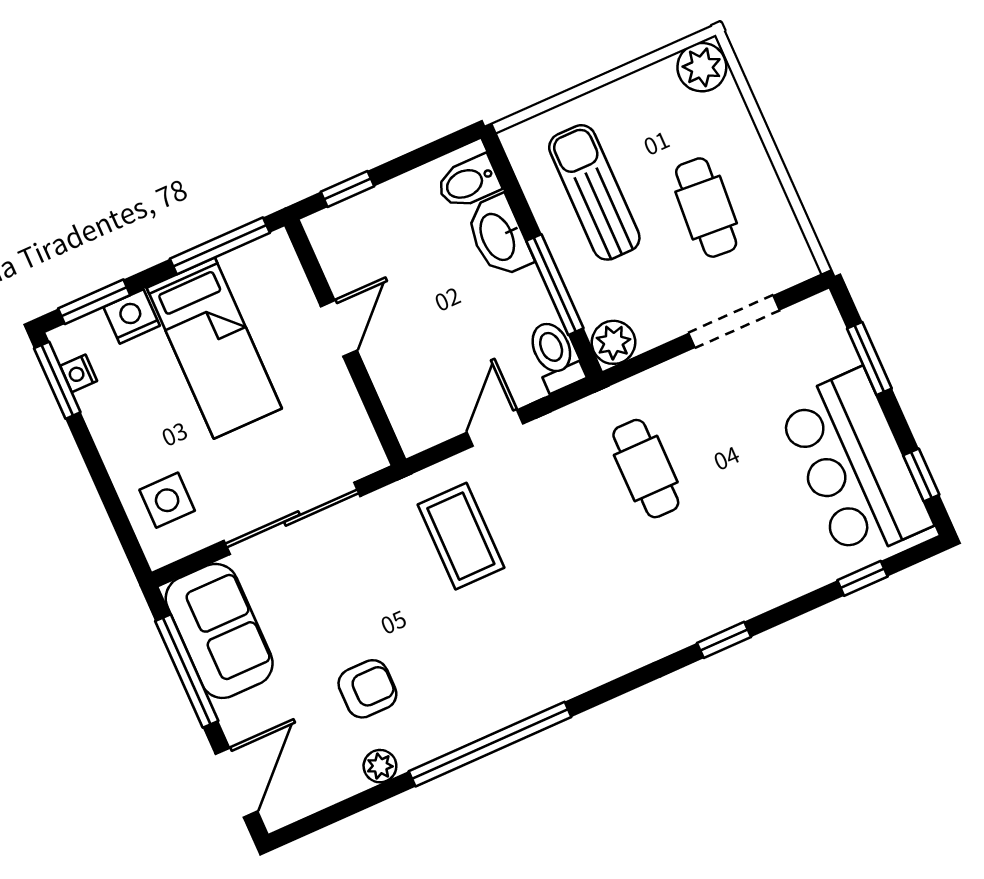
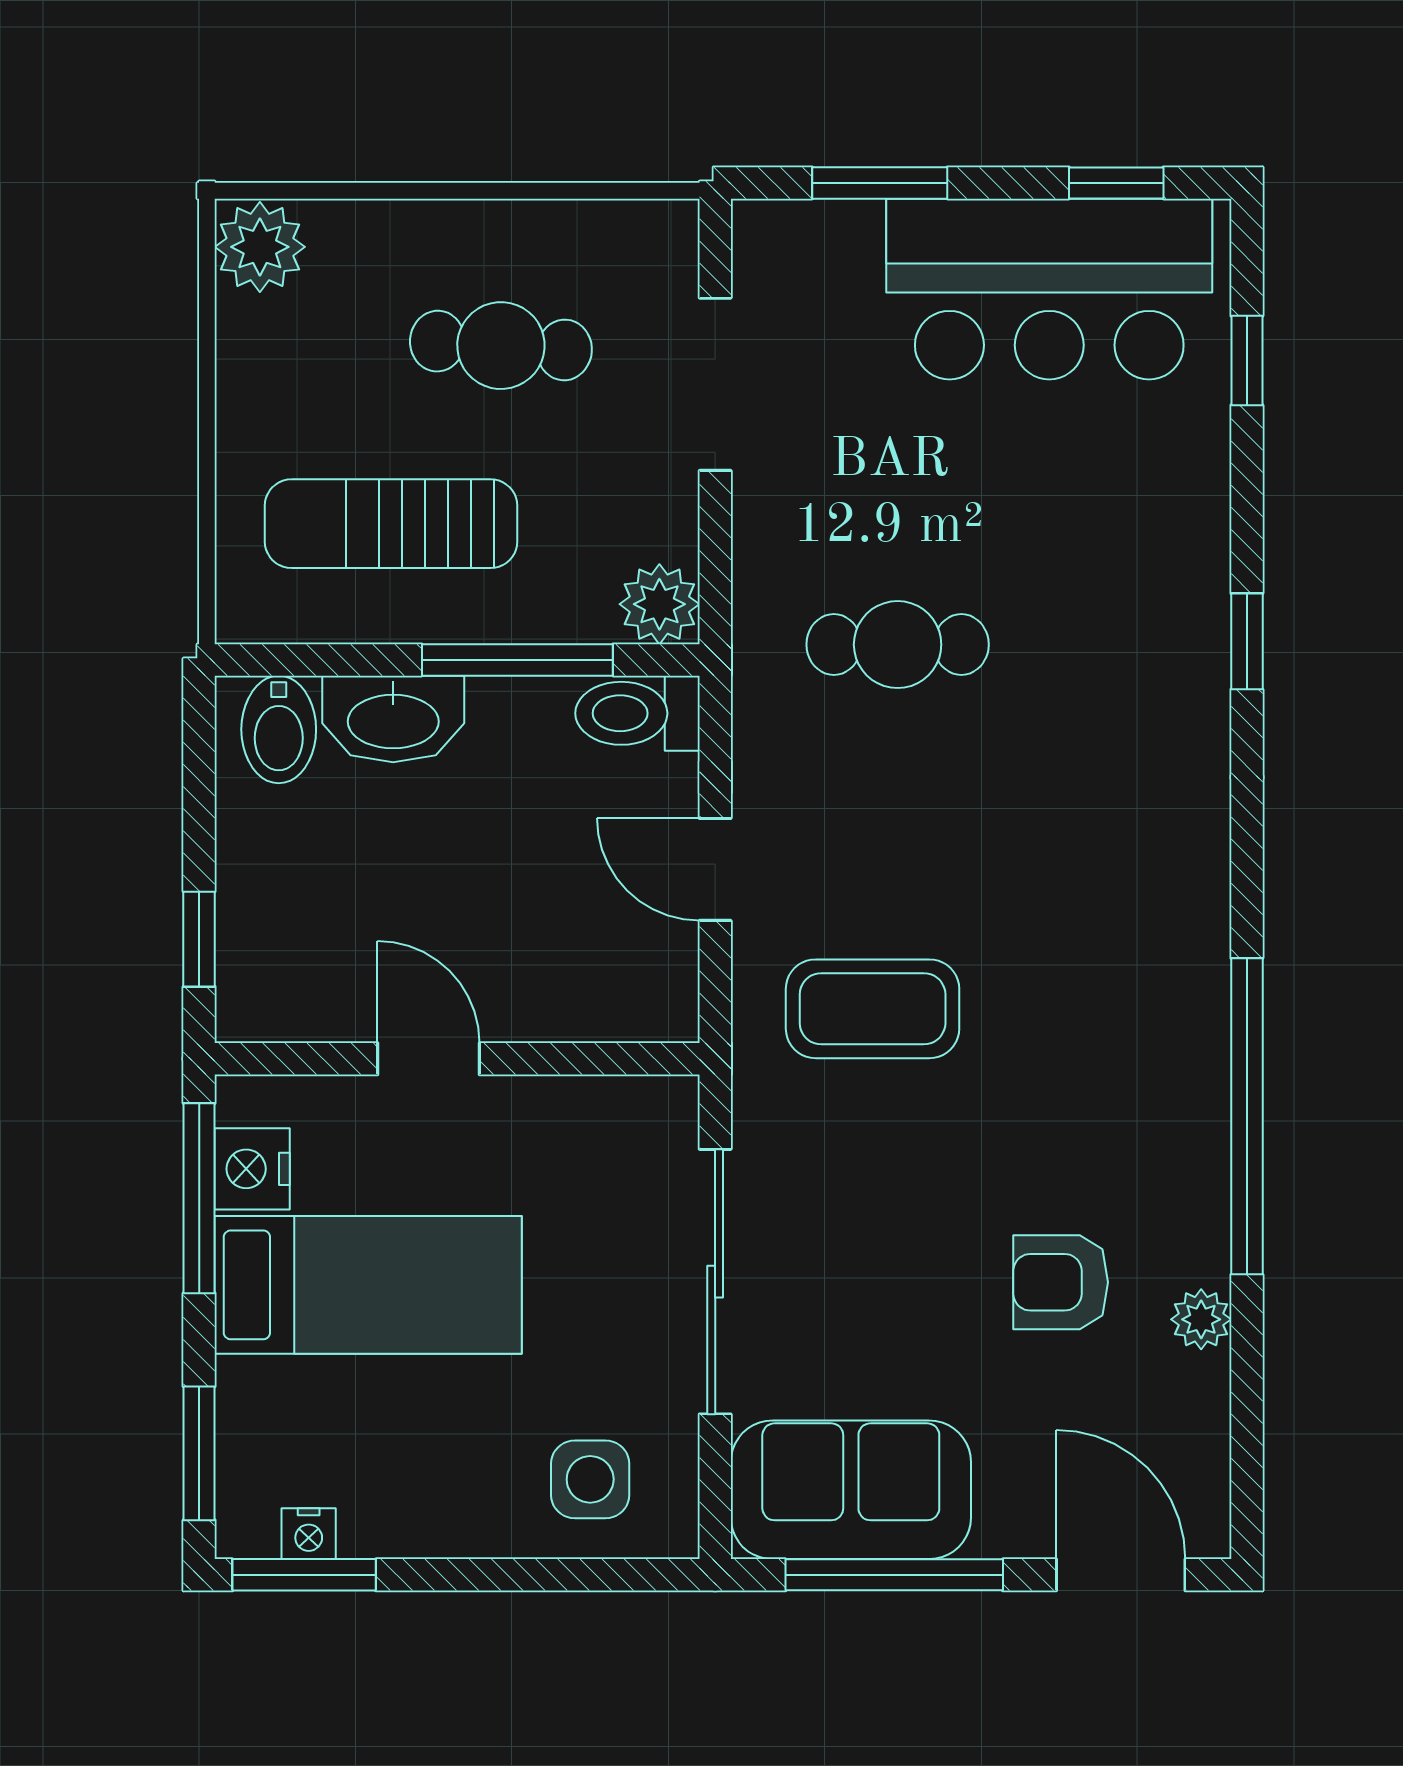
nightstand: (132, 316) -> (252, 1169), moved
armchair: (367, 689) -> (1061, 1282), turned -90

